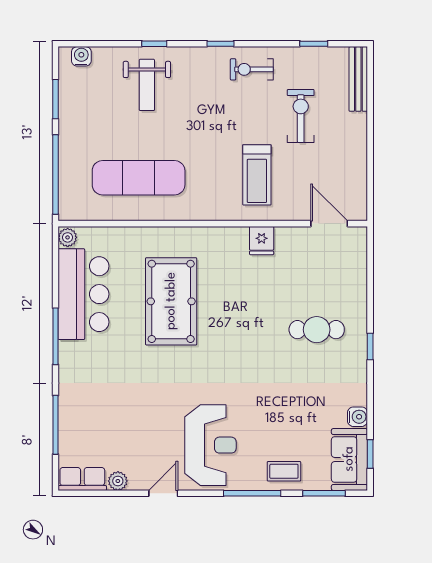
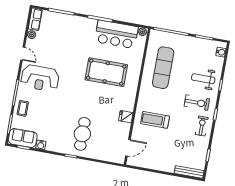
exercise bike: (301, 116) -> (197, 103), moved
cafe table: (317, 330) -> (82, 134), width x1.37, depth x1.35

